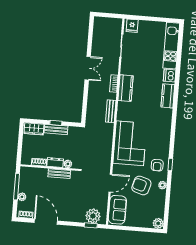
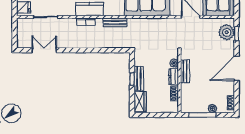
double door: (88, 68) -> (44, 50), moved
door: (46, 222) -> (237, 68), moved

